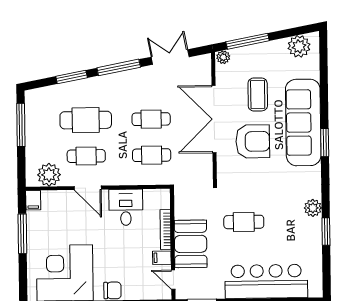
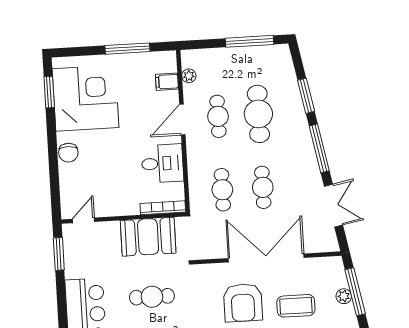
plant: (223, 57) -> (344, 296), moved
plant: (49, 175) -> (189, 76), width x0.53, depth x0.53
filing cabinet: (33, 200) -> (167, 82), moved
cafe table: (244, 222) -> (152, 297), turned 90
bookcase: (165, 230) -> (163, 208), moved
booth: (191, 244) -> (148, 237), moved
filing cabinet: (162, 258) -> (108, 207), removed

